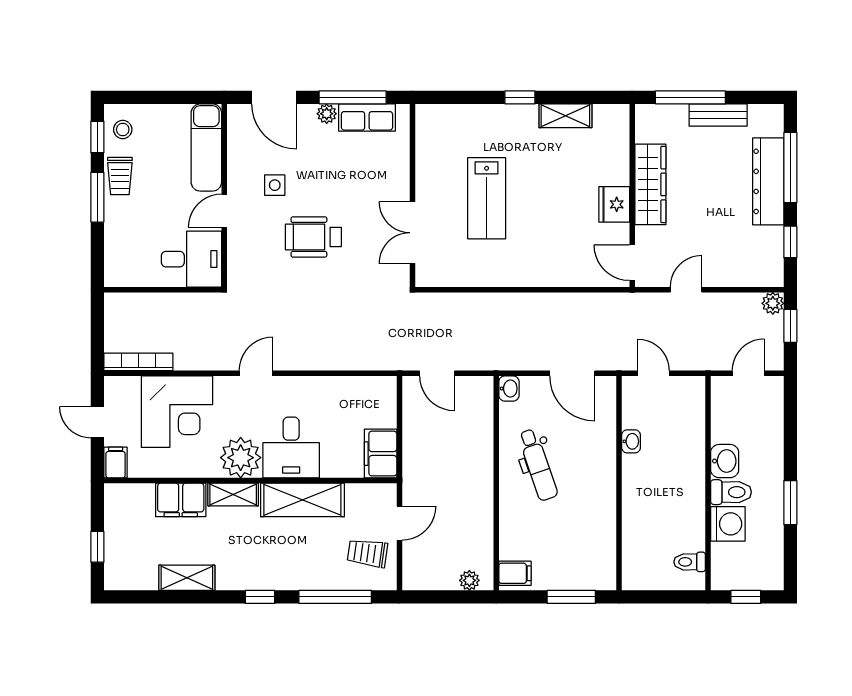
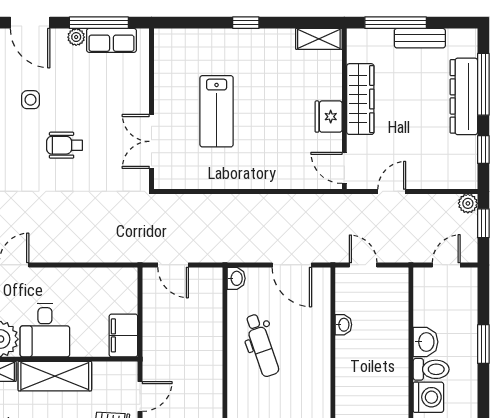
shelving: (565, 116) -> (319, 39), moved
wheelchair: (313, 237) -> (64, 145), width x0.73, depth x0.73
window: (790, 503) -> (483, 344), moved

